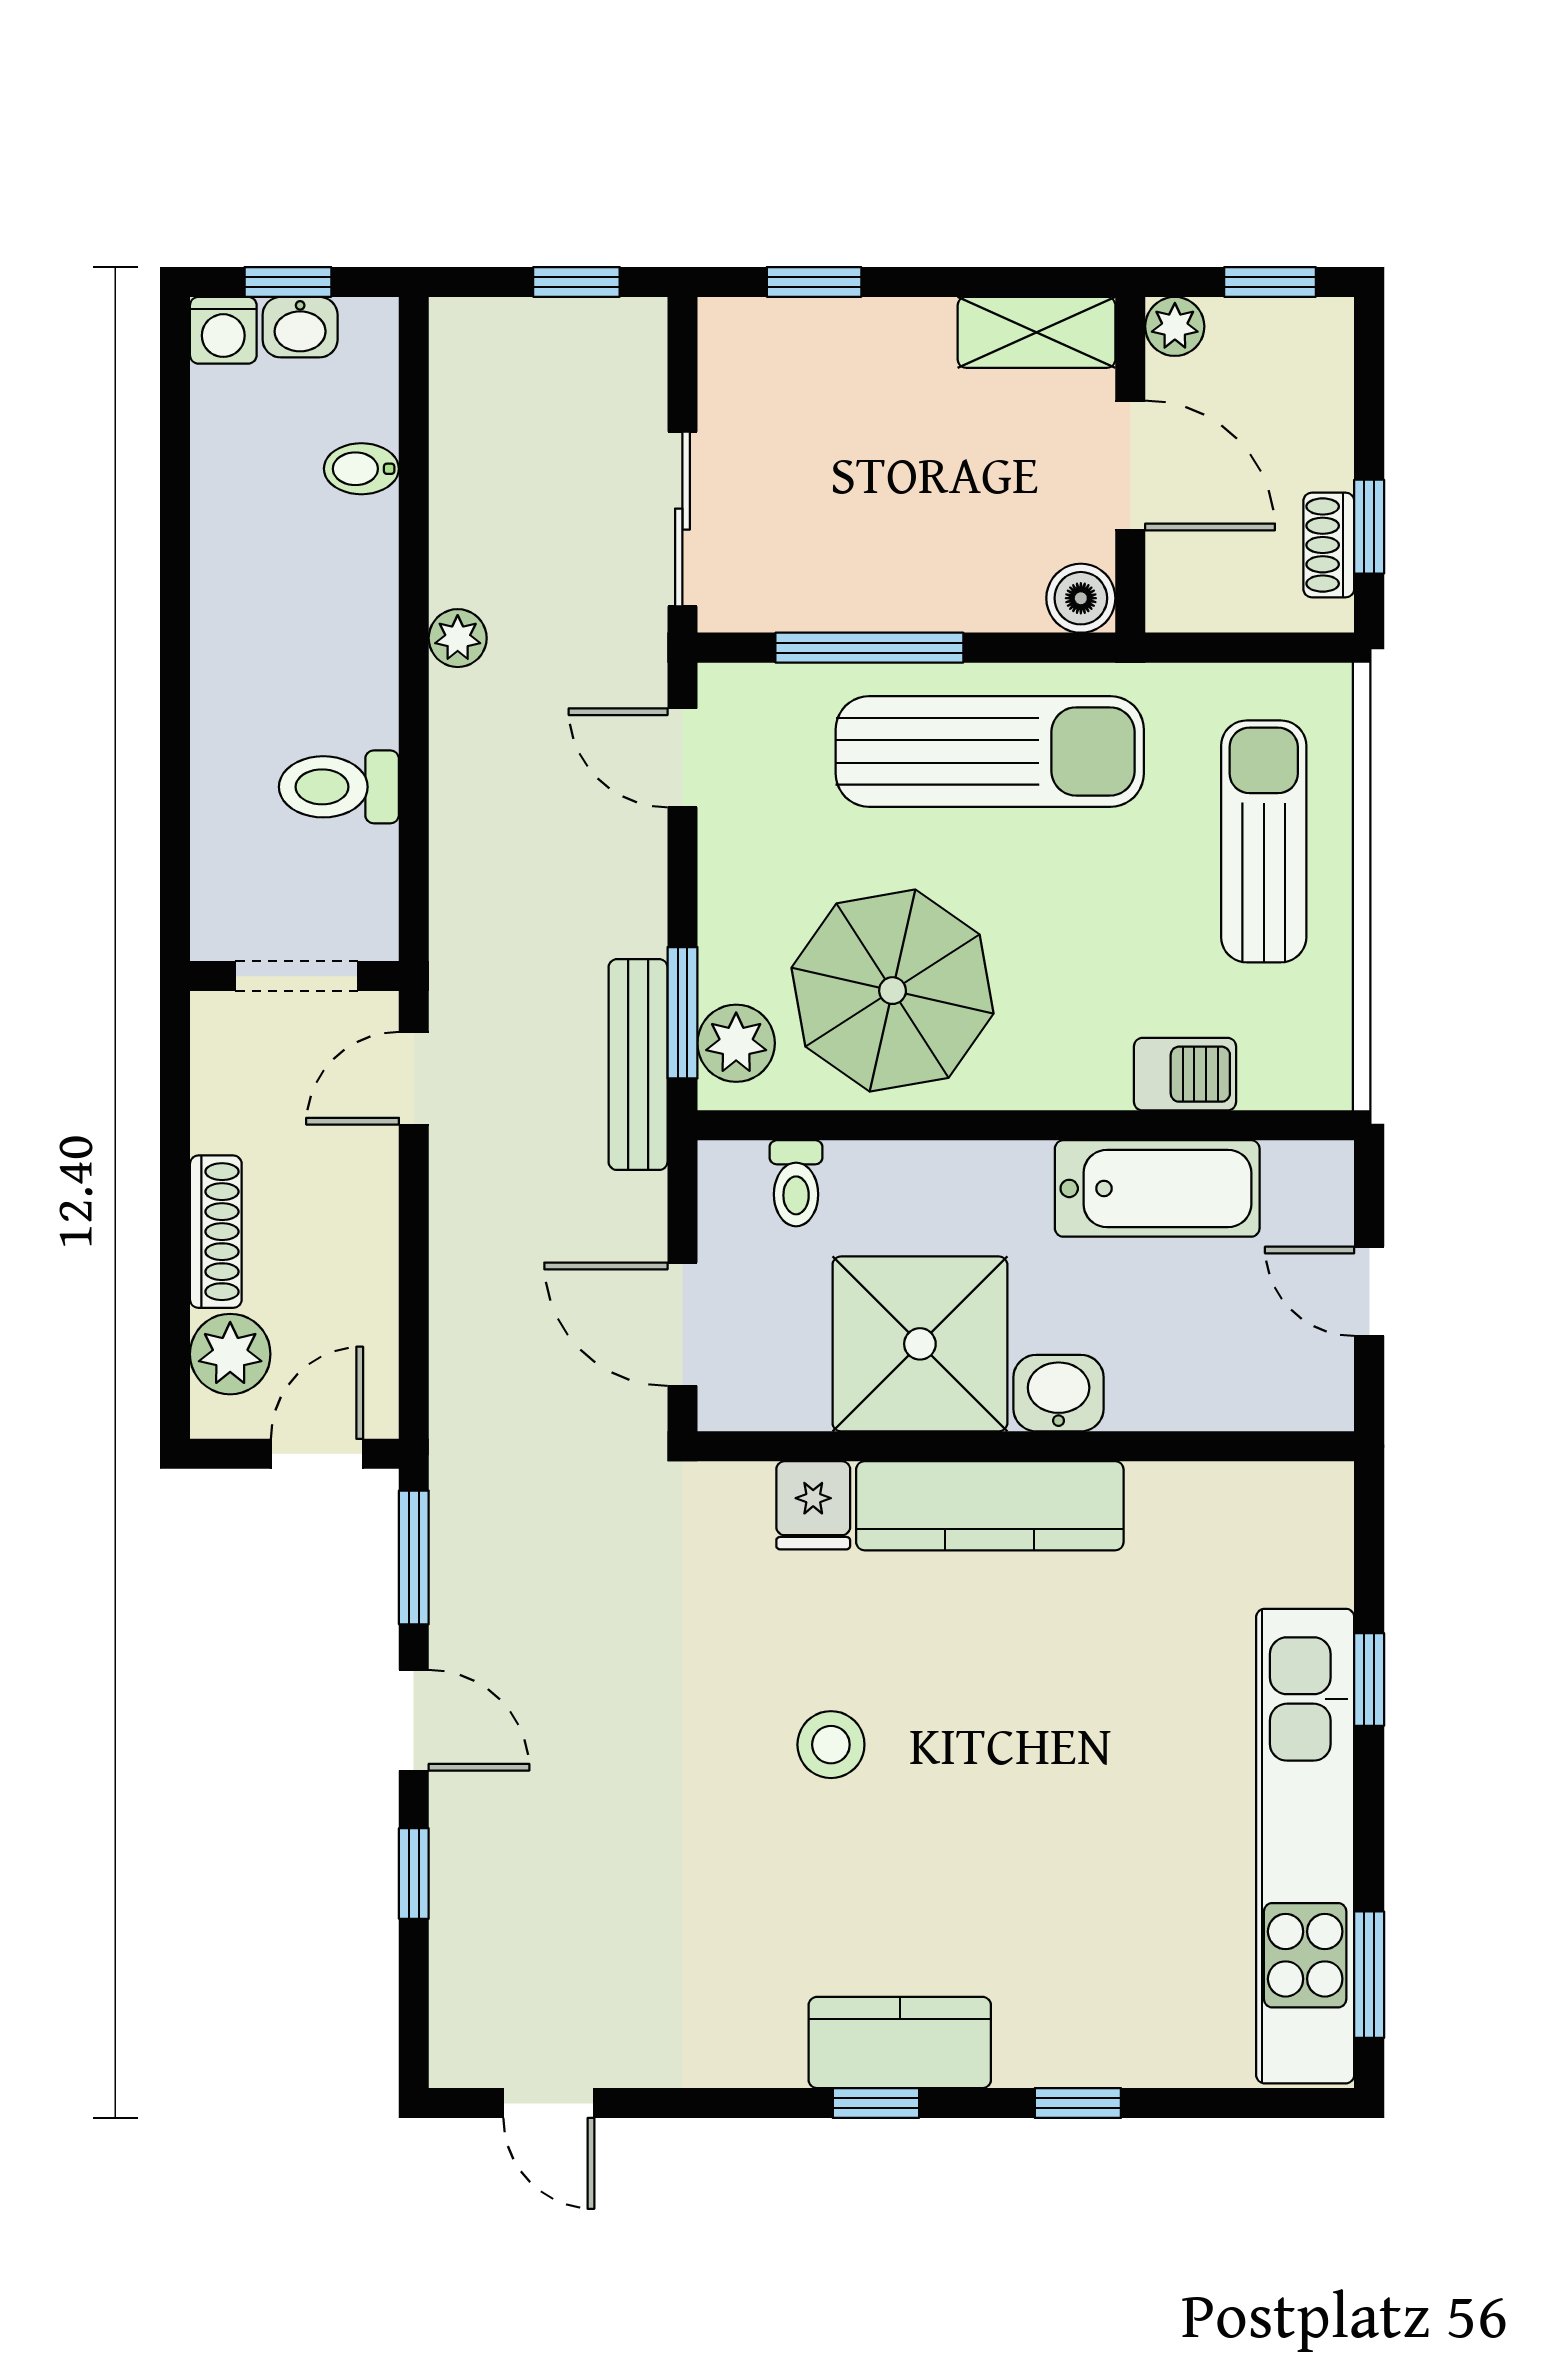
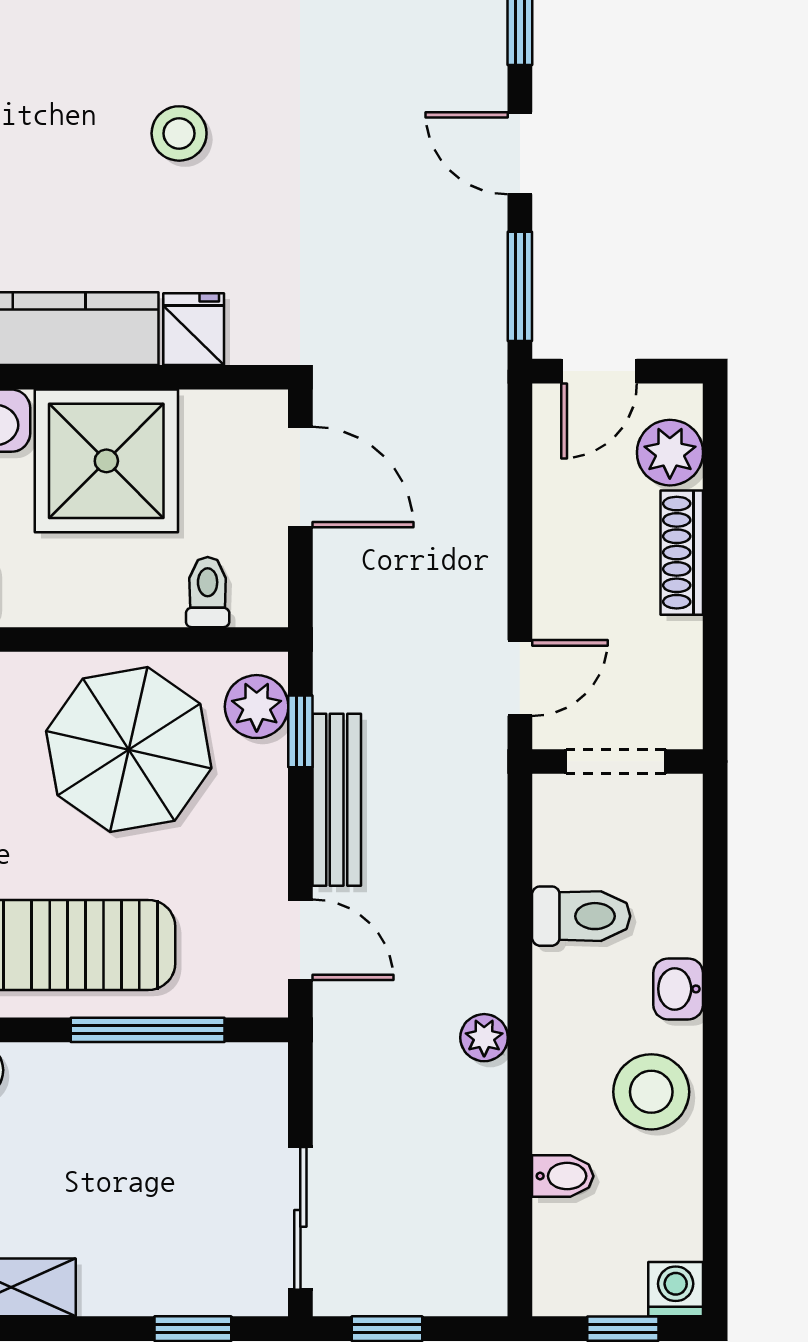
washbasin: (300, 327) -> (678, 989), moved, turned -90
sliding door: (682, 519) -> (300, 1218), moved
stool: (253, 572) -> (651, 1092), added
window: (682, 1013) -> (300, 731), width x0.67
bench: (638, 1065) -> (337, 800), moved

